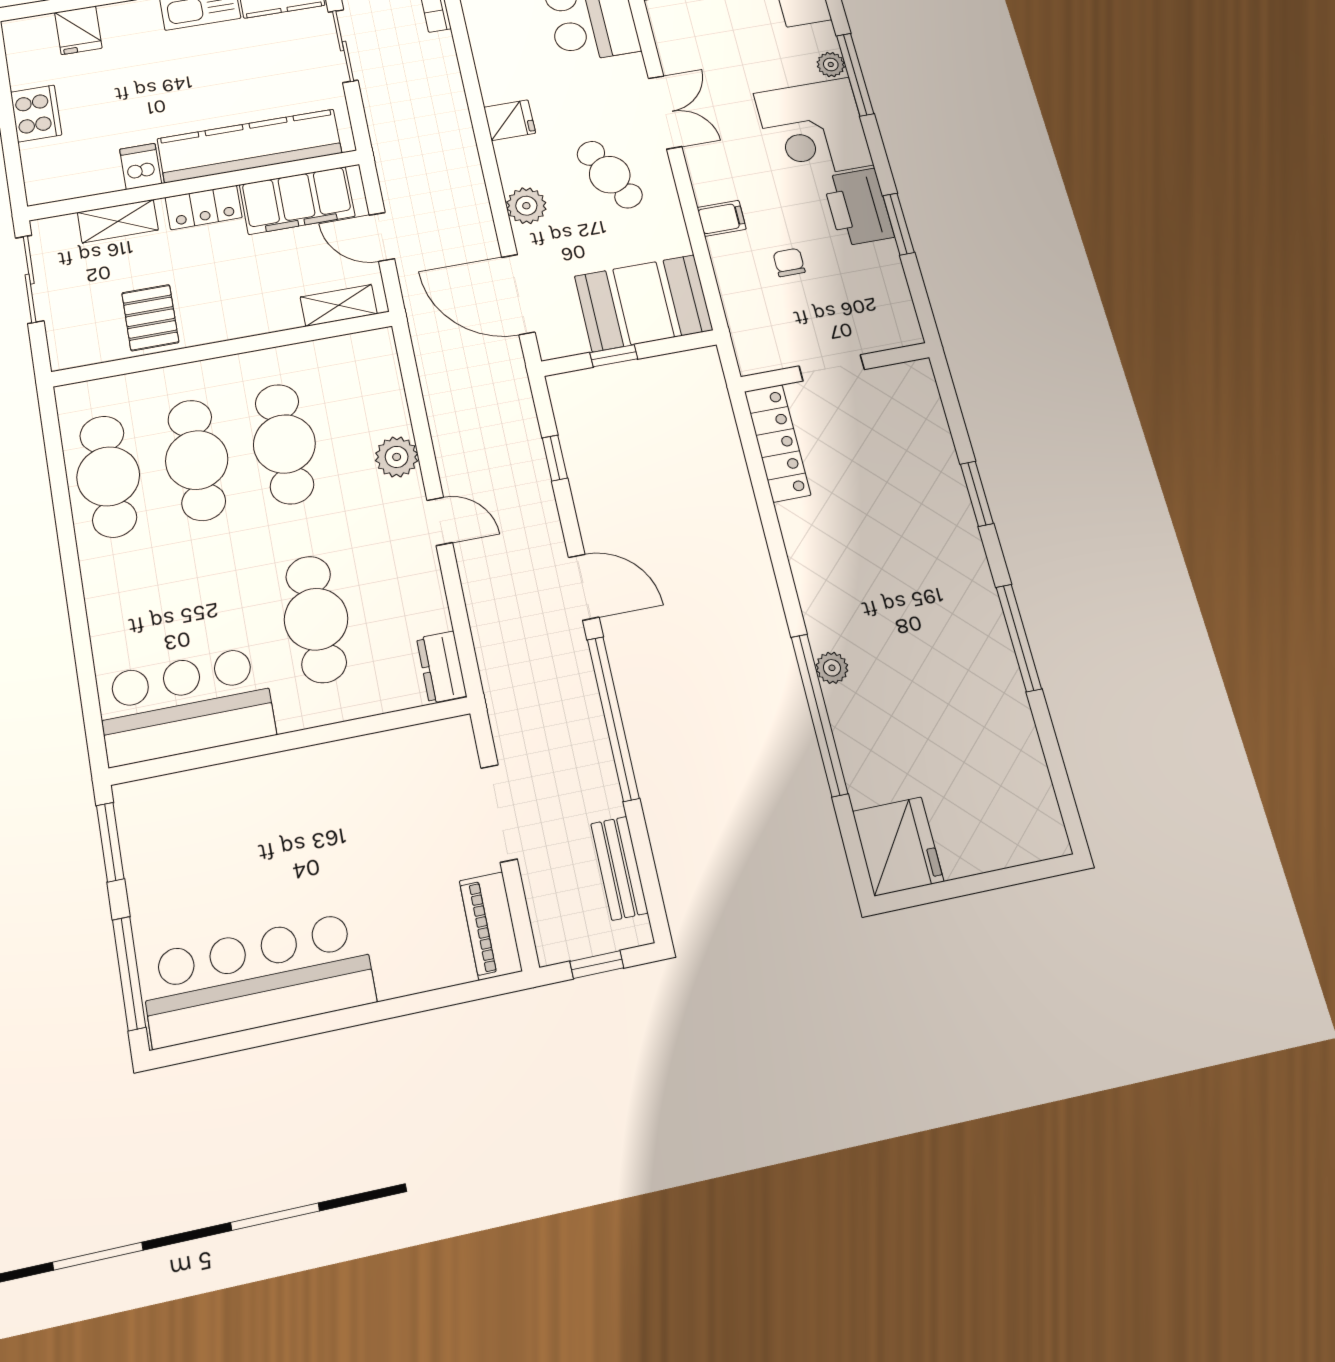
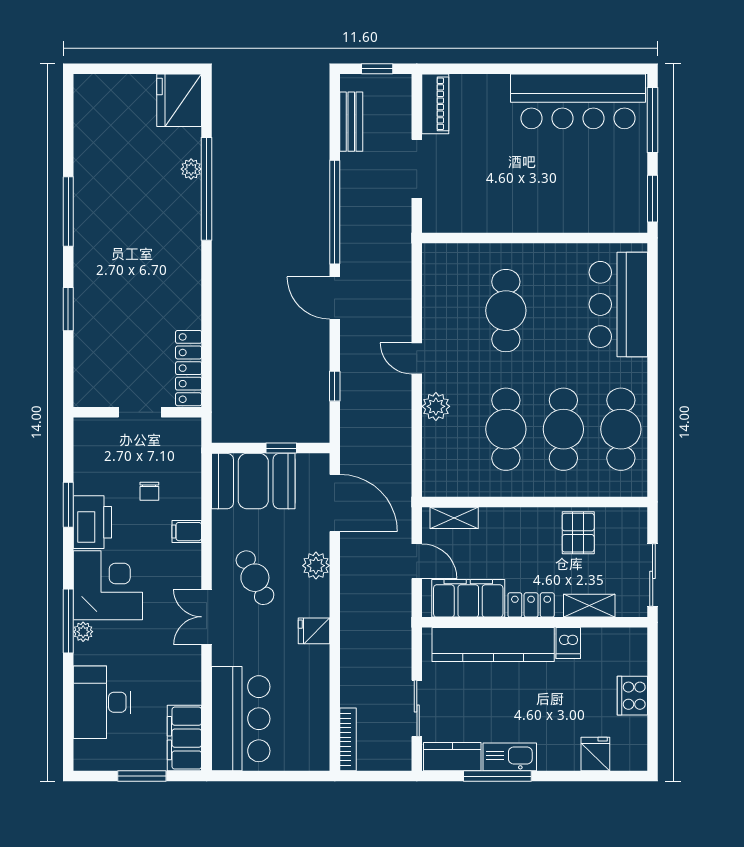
dresser: (442, 667) -> (434, 265), removed
plant: (832, 668) -> (191, 169), moved
bar counter: (186, 706) -> (618, 304), moved, turned 90

